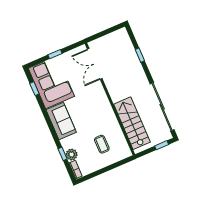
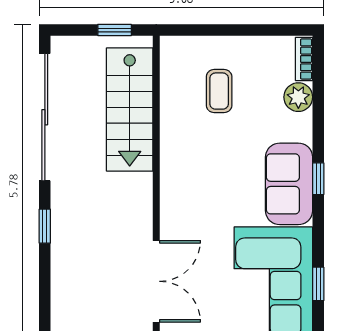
window: (140, 55) -> (45, 226), moved
window: (162, 145) -> (115, 30), moved
window: (63, 154) -> (318, 179), moved

